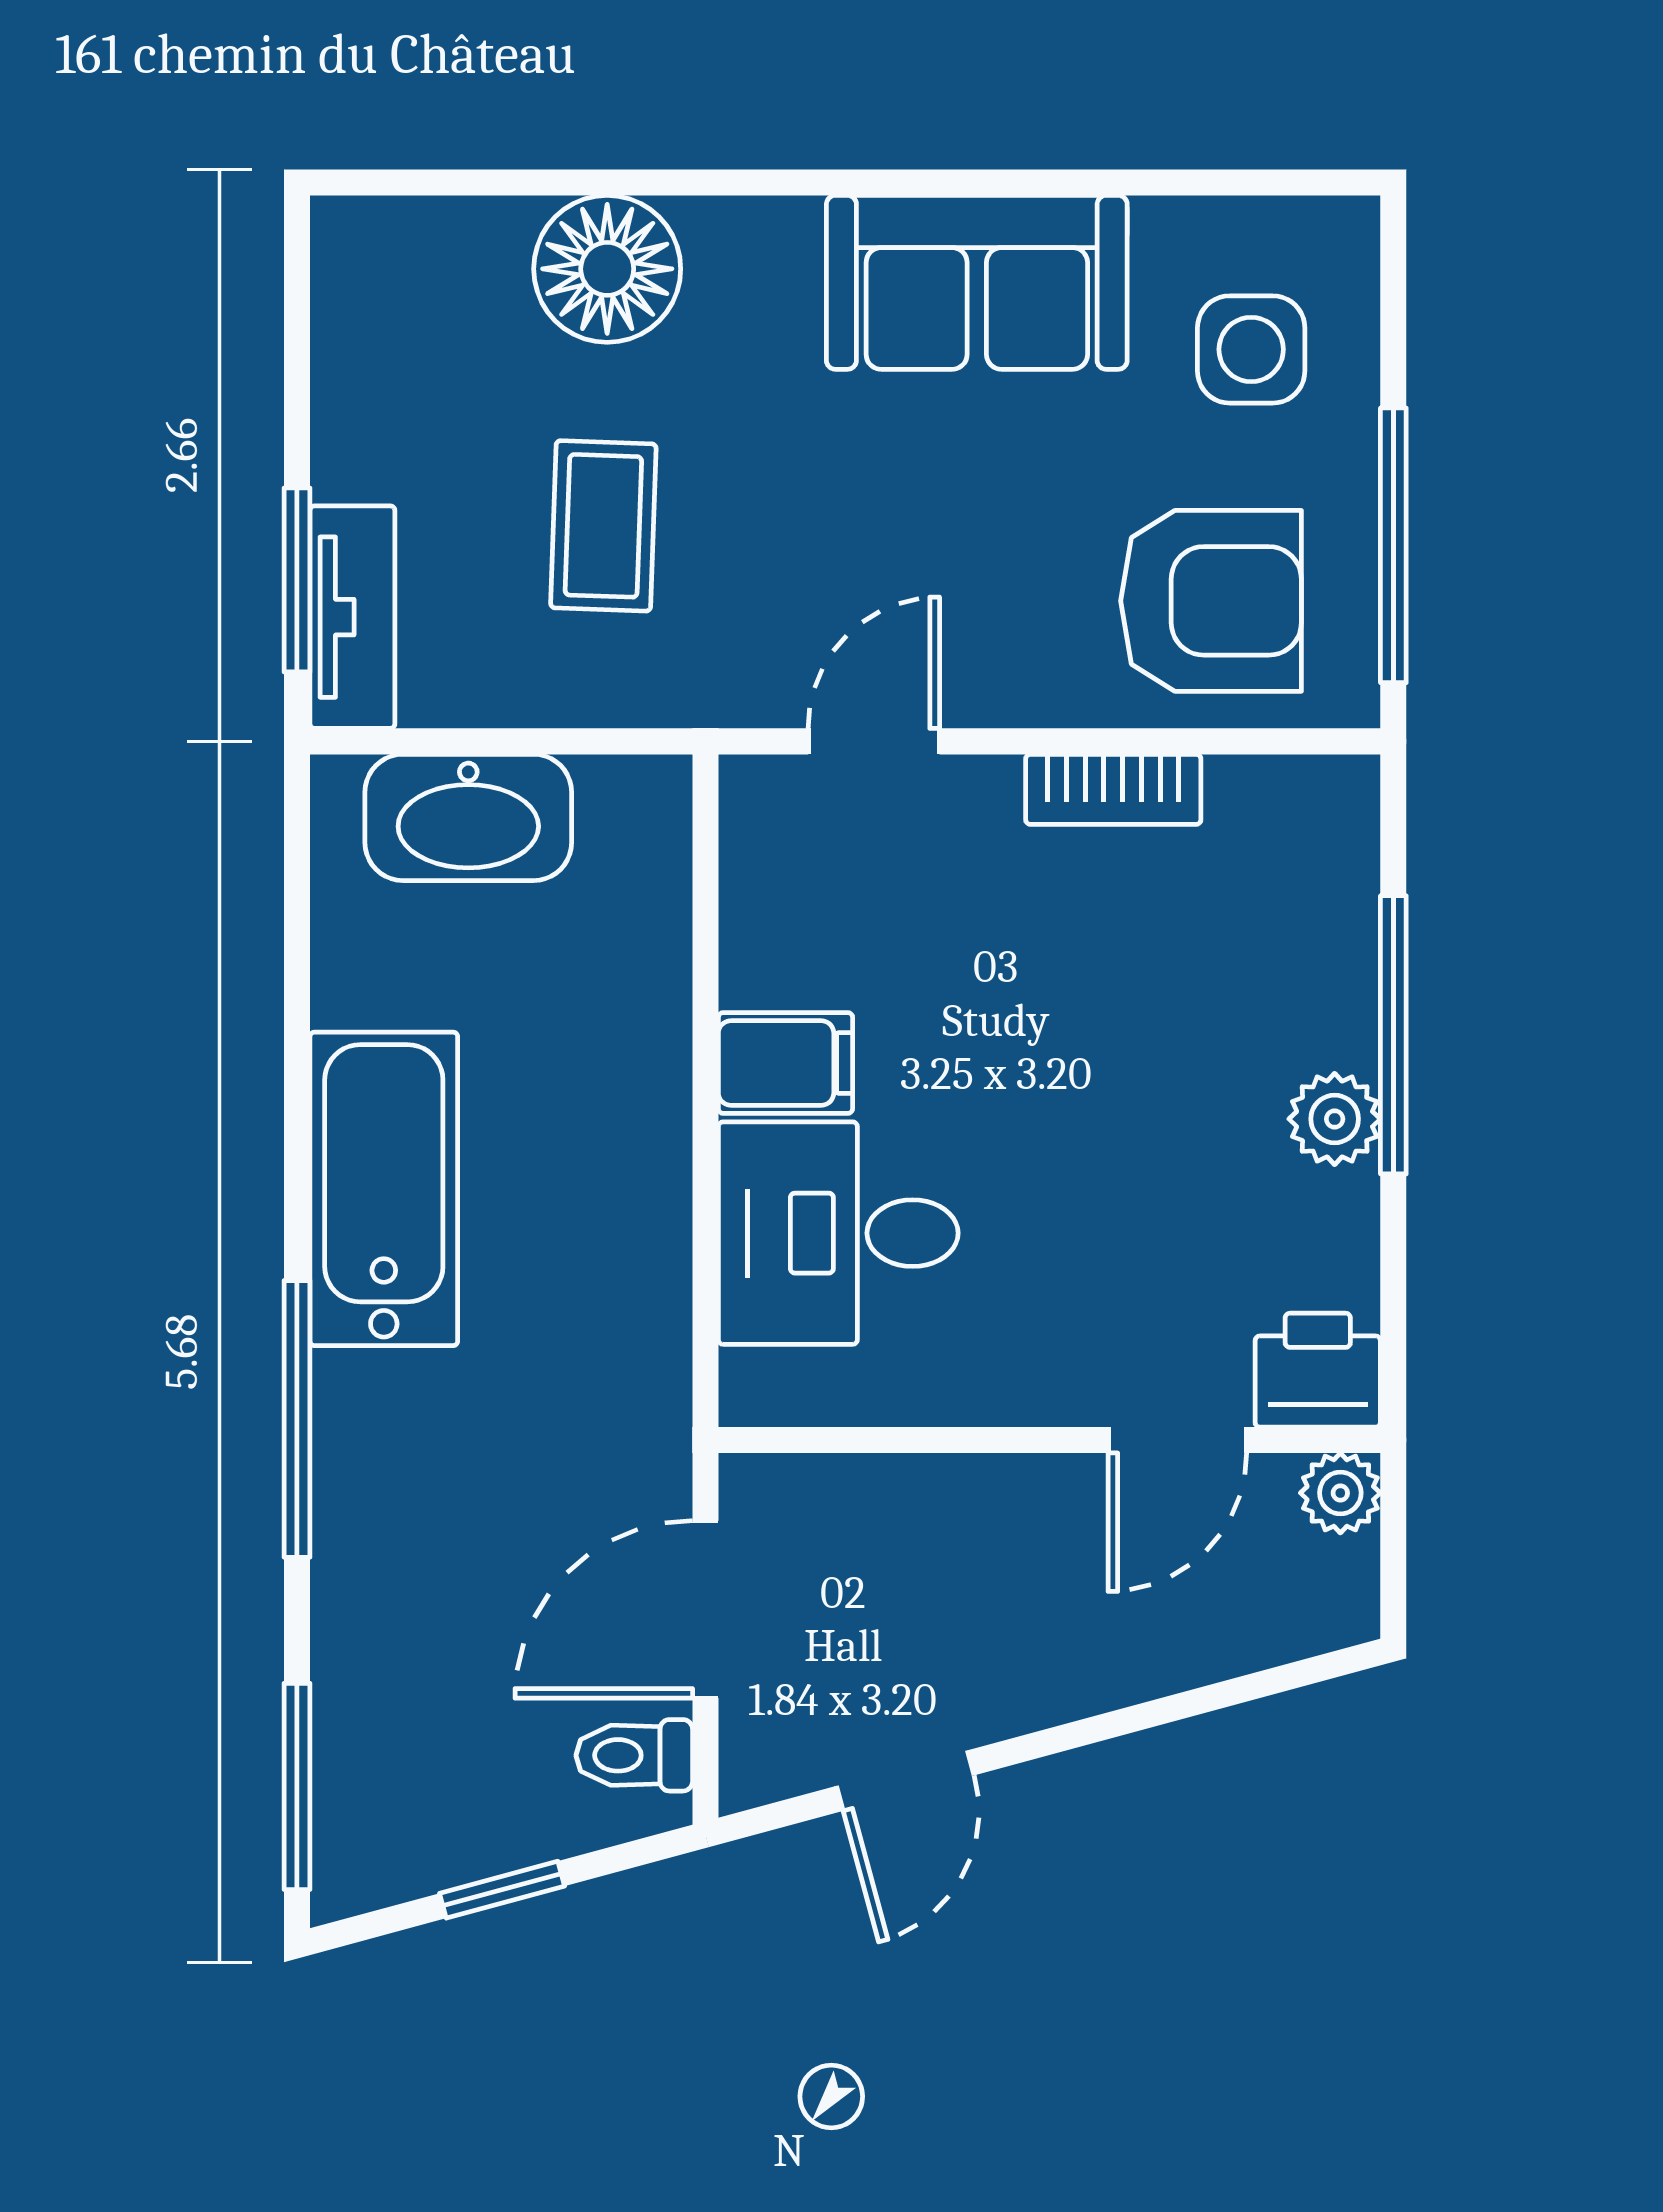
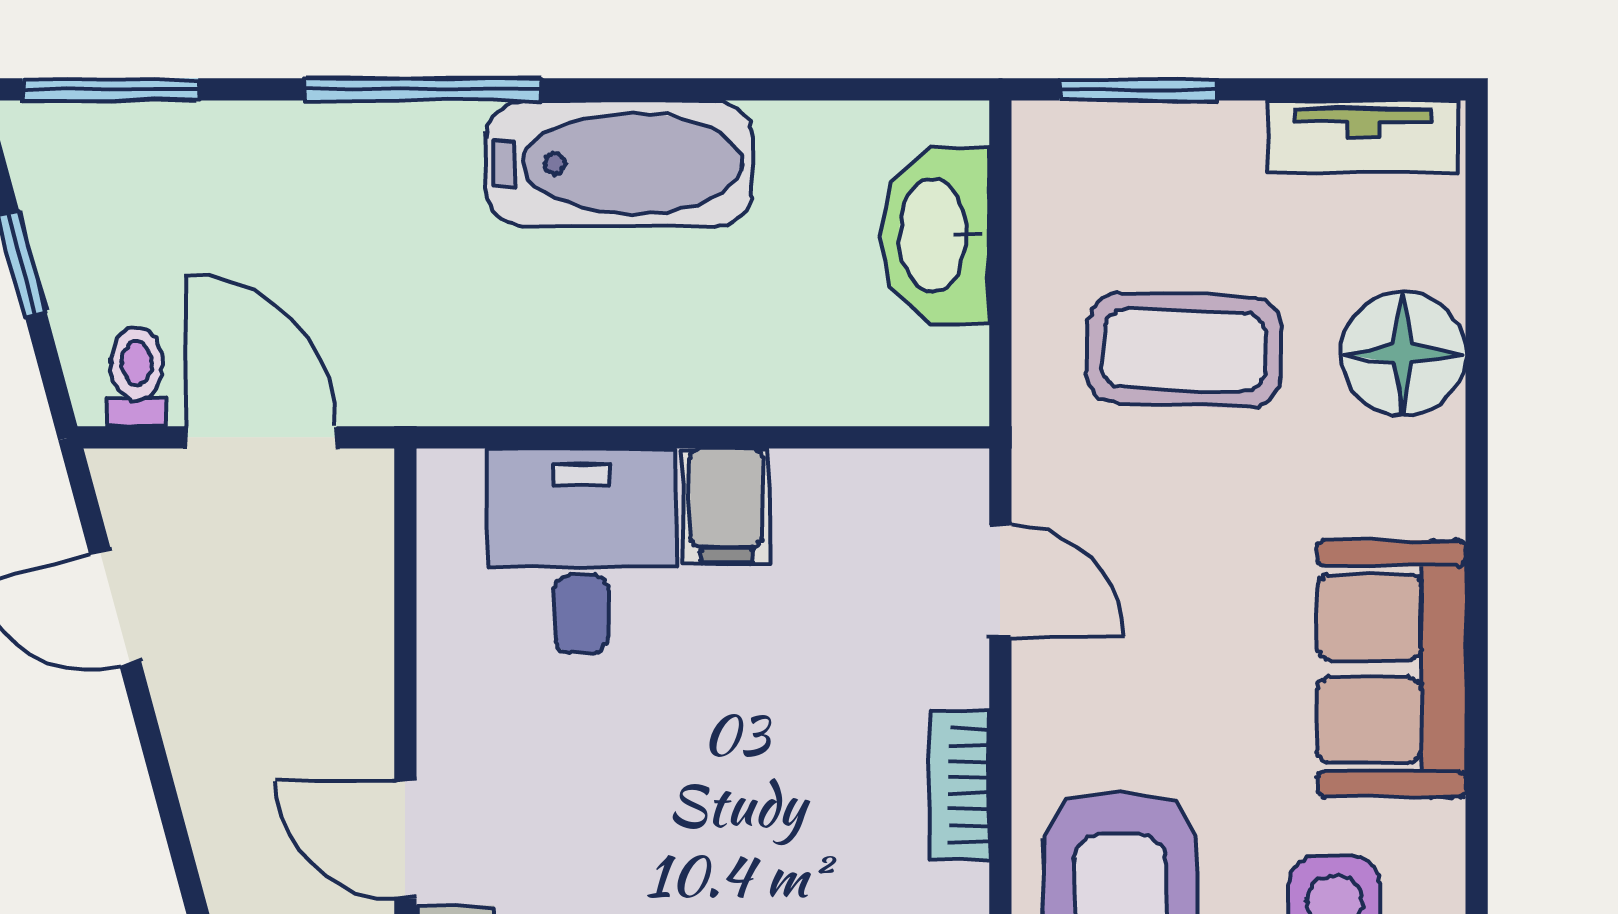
coffee table: (603, 526) -> (1184, 350), width x1.36, depth x1.30
tv unit: (352, 617) -> (1363, 137), moved

